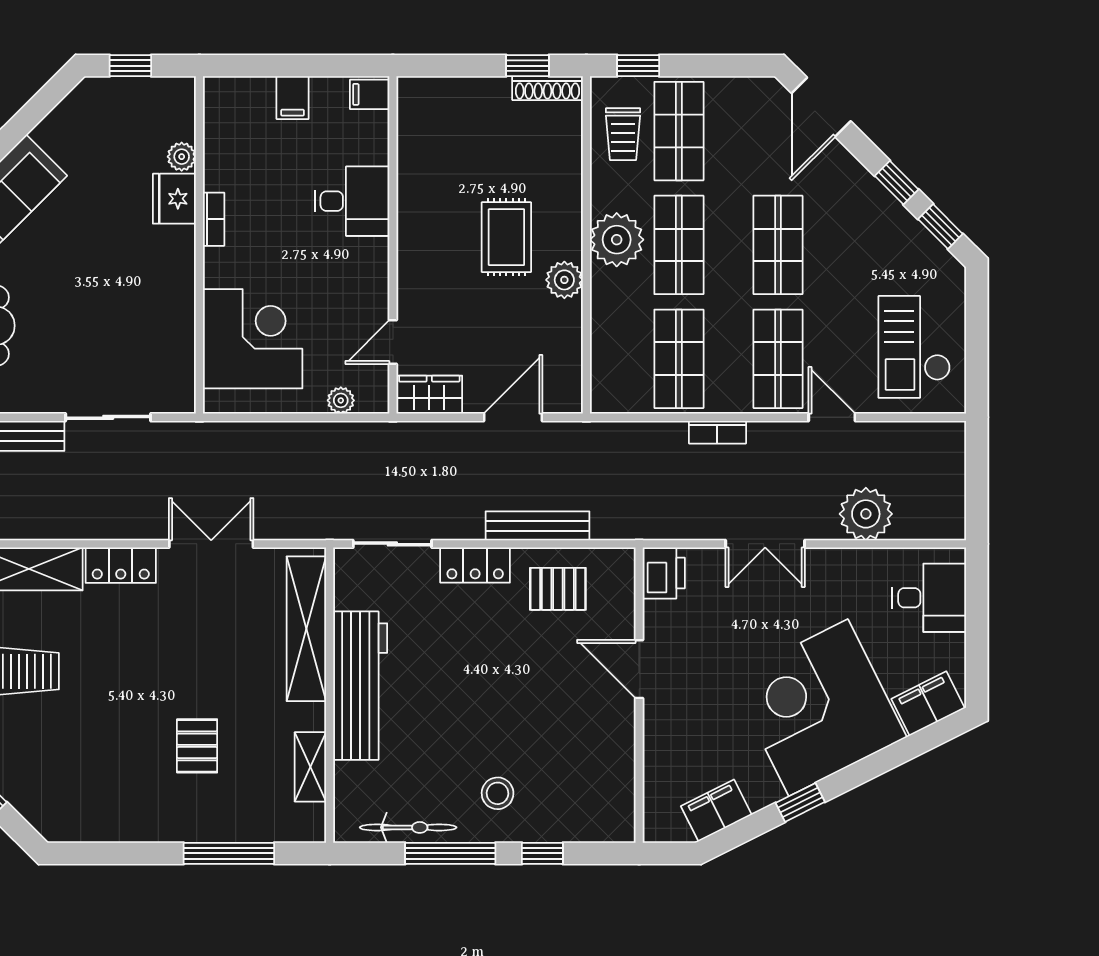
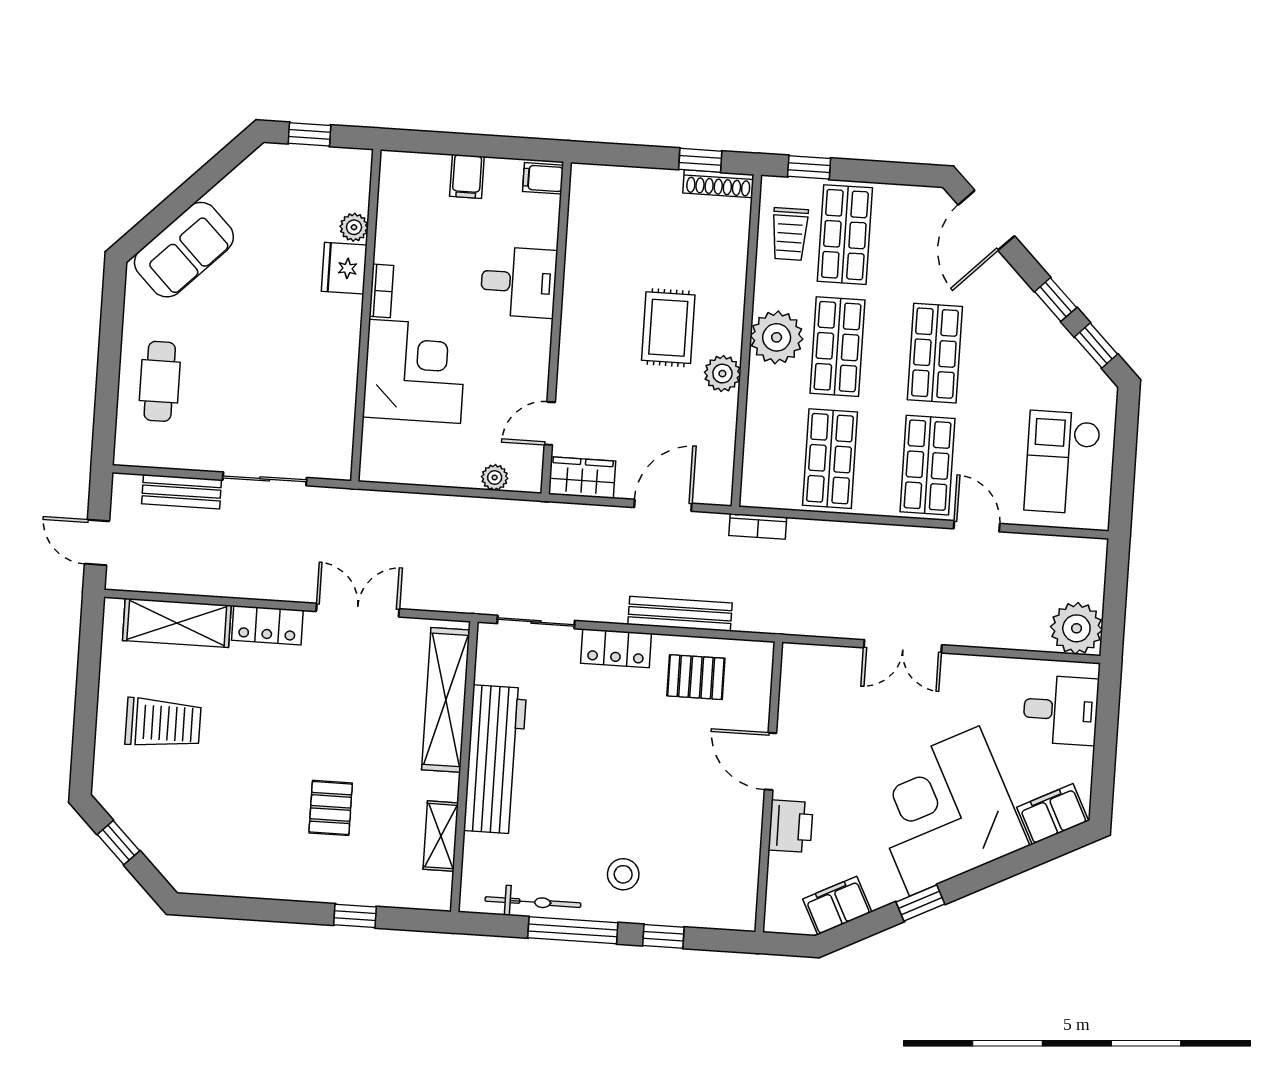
corner desk: (253, 339) -> (415, 371), moved
bookcase: (717, 432) -> (758, 526), moved
plant: (866, 514) -> (1076, 628), moved
printer: (664, 573) -> (791, 826), moved
window: (229, 853) -> (355, 916), width x0.46

